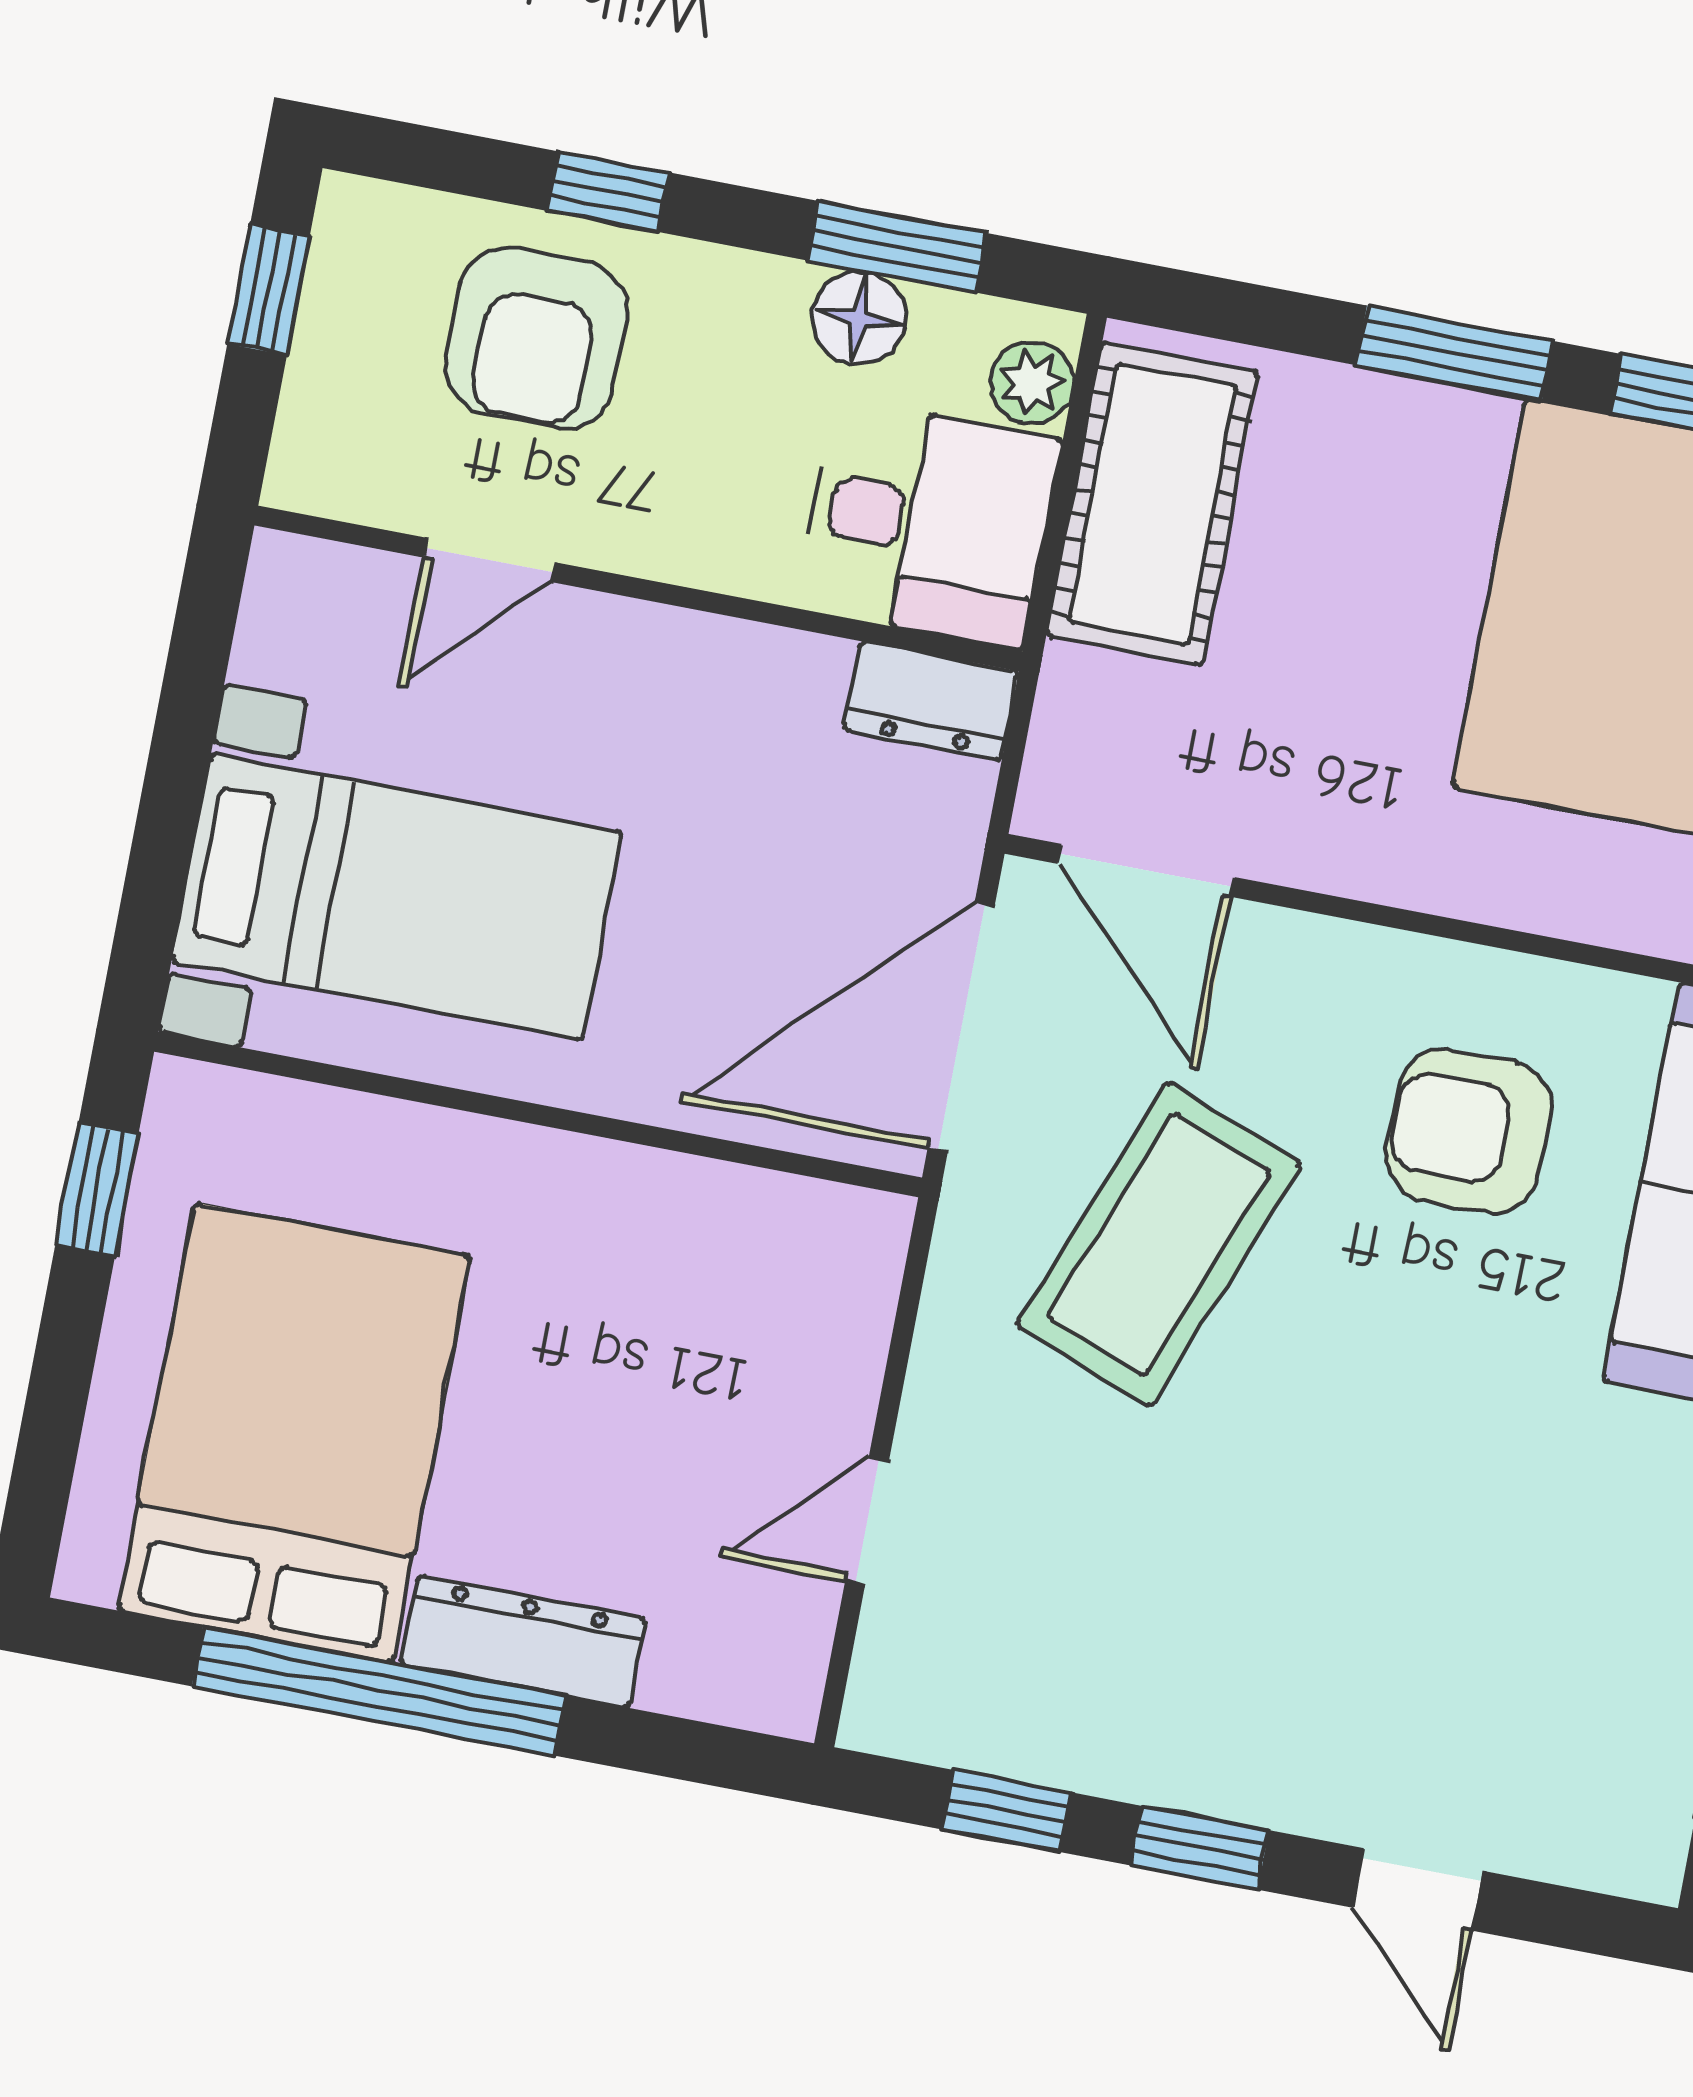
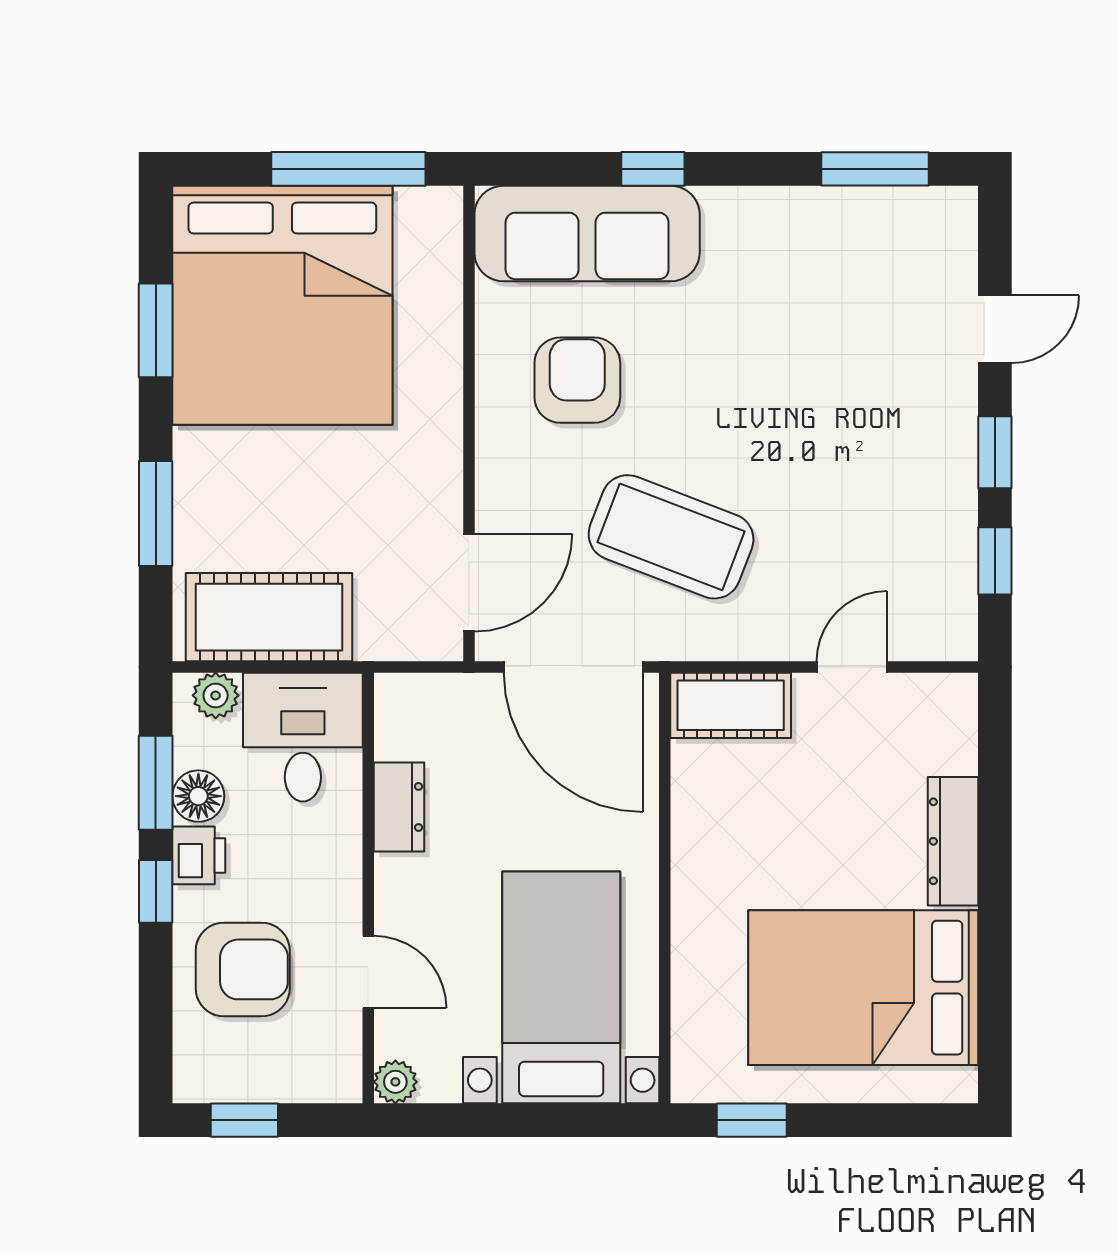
window: (608, 192) -> (156, 891), moved
printer: (753, 299) -> (199, 855), added
window: (1454, 353) -> (156, 513), moved
plant: (285, 571) -> (395, 1082), added
dresser: (931, 701) -> (399, 807), moved
armchair: (1469, 1131) -> (577, 380), turned 180
cot: (840, 1293) -> (731, 705), added
door: (867, 1521) -> (852, 667), swing flipped
window: (379, 1691) -> (995, 915), removed

